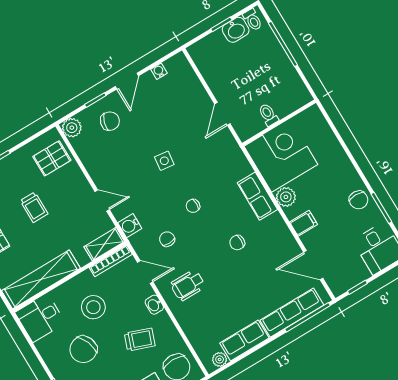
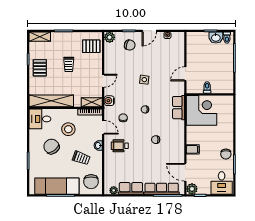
row of seats: (257, 196) -> (179, 108), moved
plant: (286, 197) -> (192, 189), moved
door: (102, 200) -> (103, 81), hinge flipped
chair: (83, 349) -> (51, 146), turned 75

